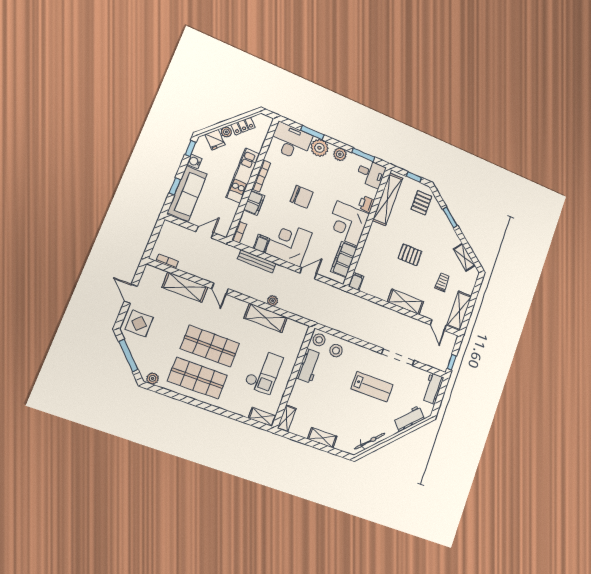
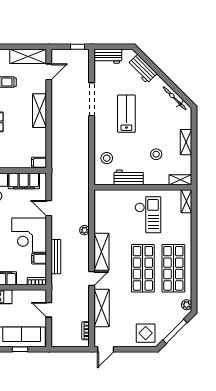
door: (131, 294) -> (106, 349), moved
shelving: (266, 318) -> (101, 252), moved
stool: (319, 340) -> (156, 154), moved
checkout: (264, 372) -> (148, 215), turned 90

